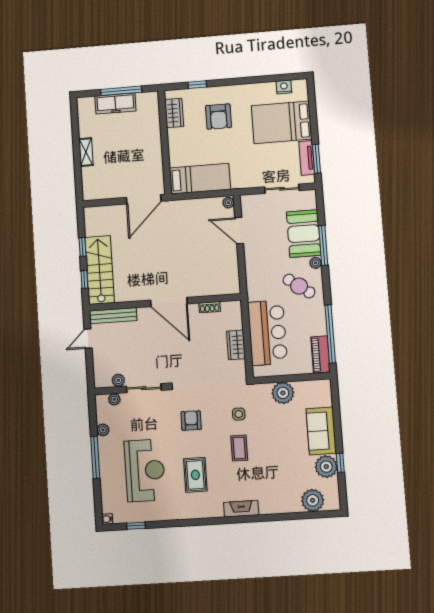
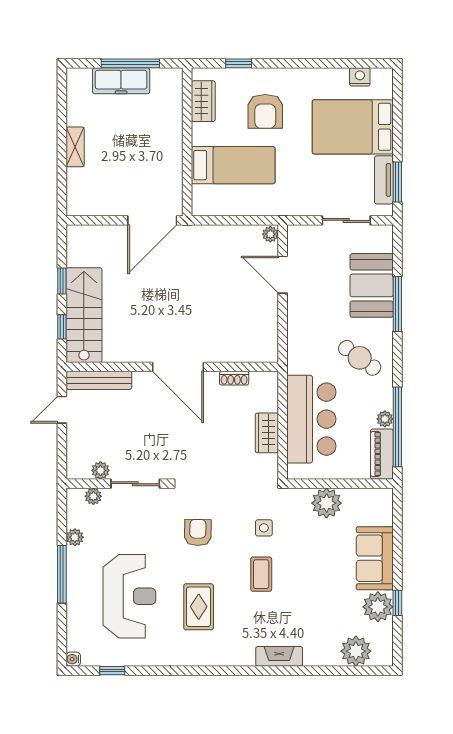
bed: (200, 179) -> (233, 165), moved
plant: (316, 263) -> (385, 419), moved
fireplace: (241, 509) -> (279, 656), moved

